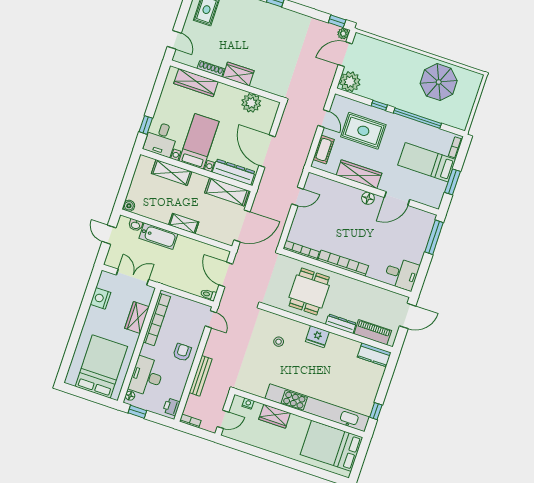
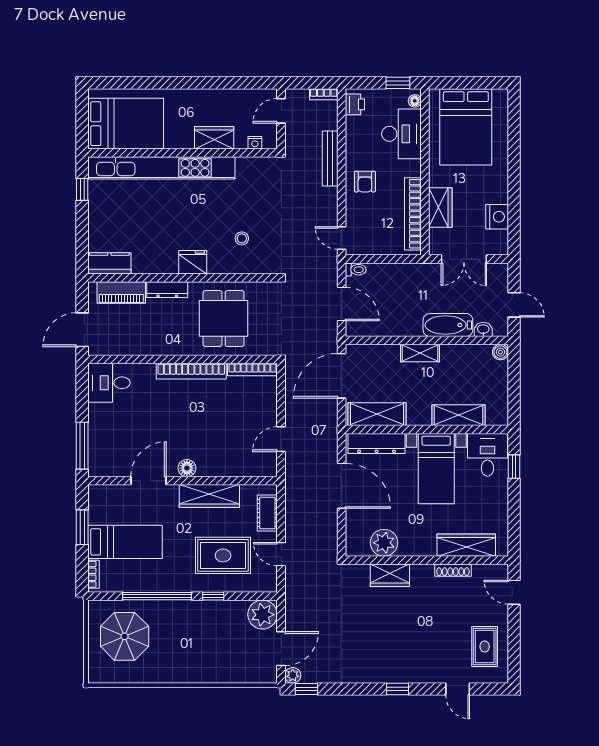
wardrobe: (238, 74) -> (390, 575), moved
parasol: (439, 82) -> (125, 636), moved

